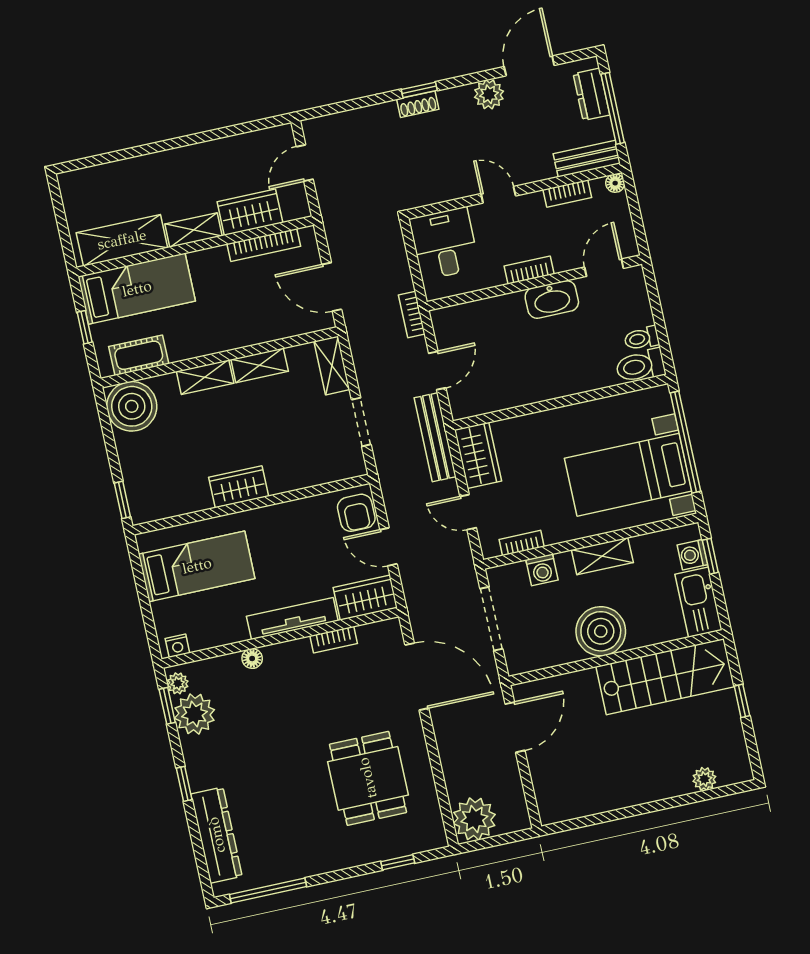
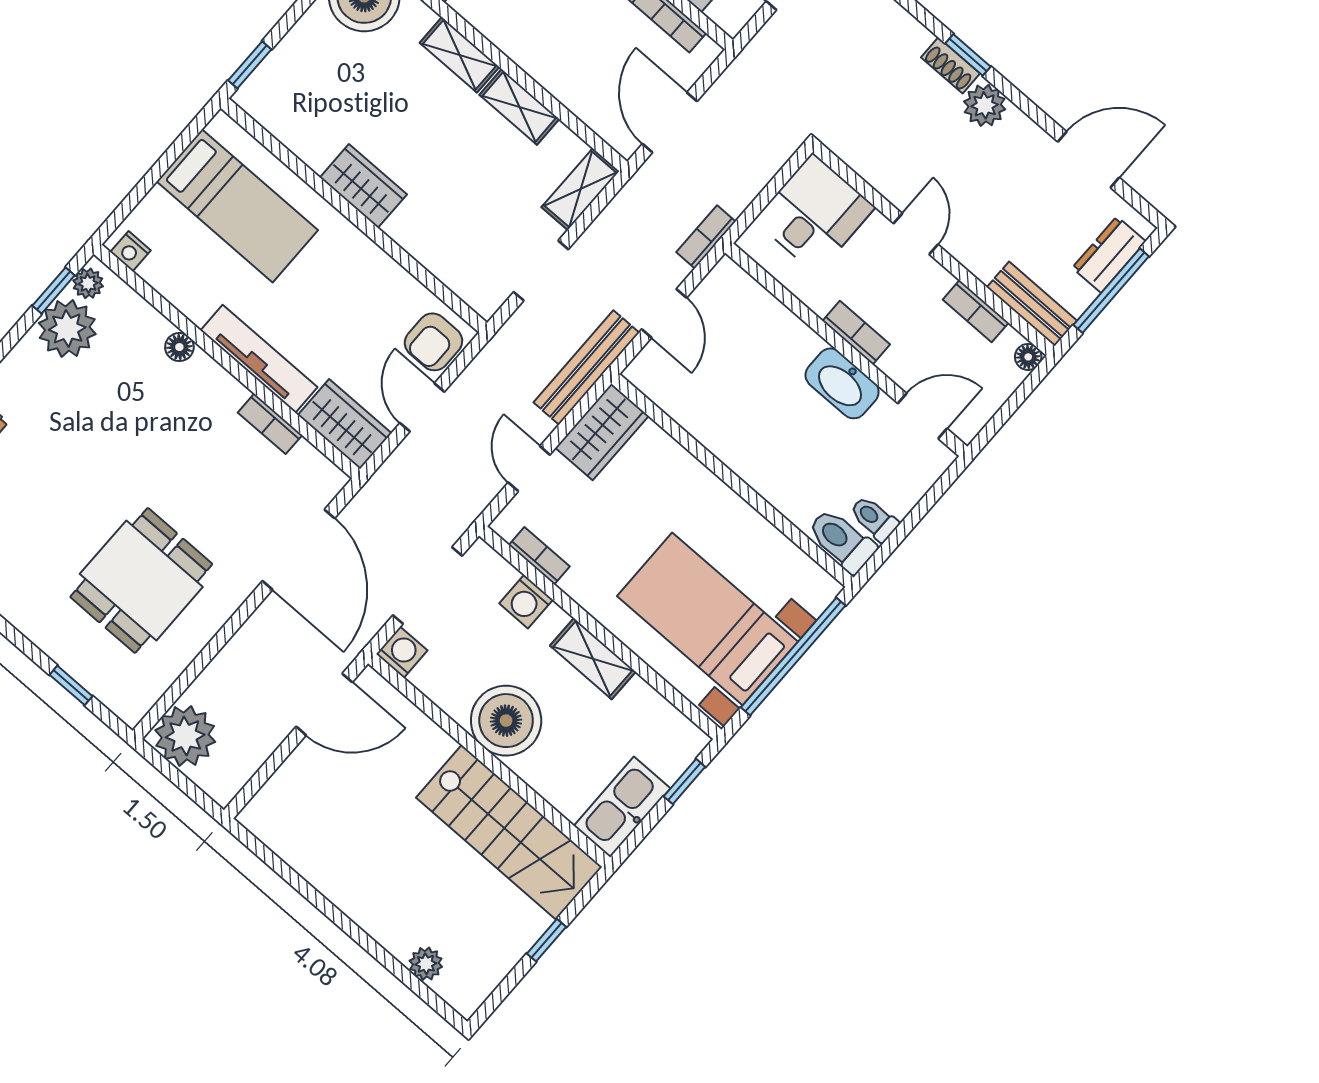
plant: (489, 94) -> (985, 105), moved
door: (437, 371) -> (664, 313), hinge flipped
washing machine: (692, 555) -> (402, 652), moved, turned 90

